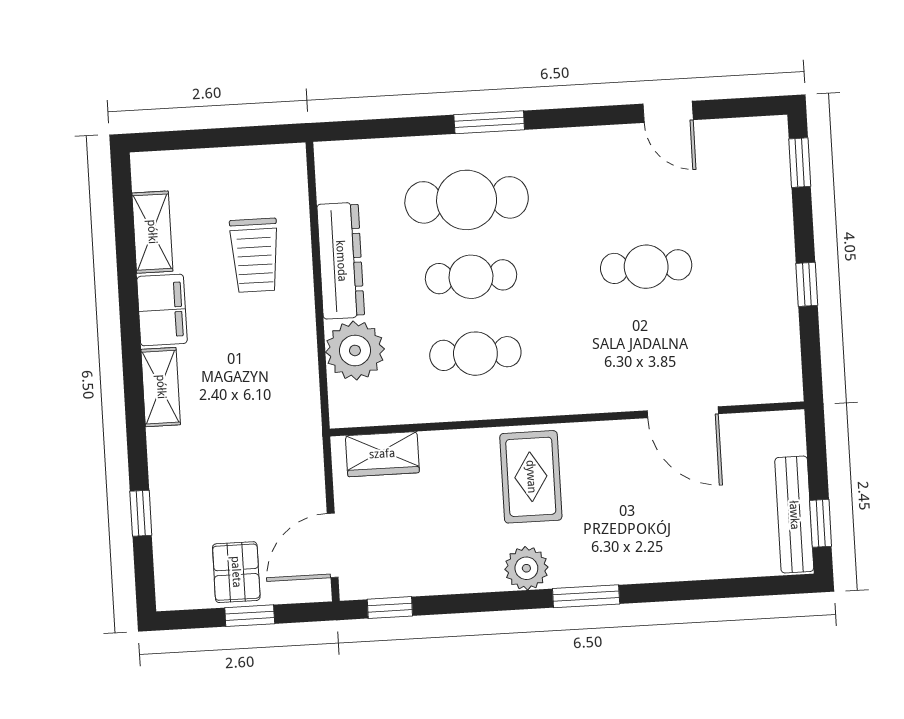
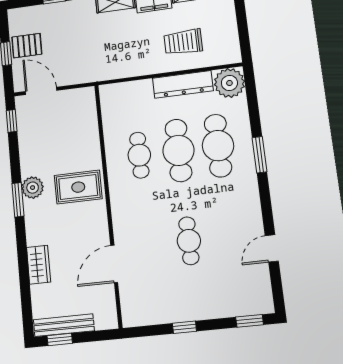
cafe table: (471, 277) -> (178, 150), width x1.37, depth x1.35
plant: (355, 350) -> (229, 83), moved
wardrobe: (382, 454) -> (38, 265), moved, turned 180
window: (586, 596) -> (18, 200), moved

